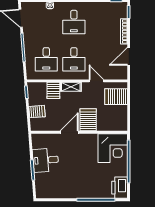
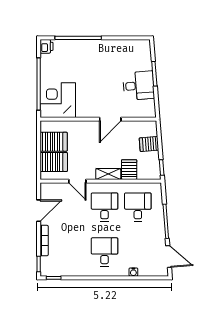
server rack: (88, 120) -> (54, 142), moved, turned -90
printer: (120, 188) -> (47, 46), width x0.53, depth x0.68

